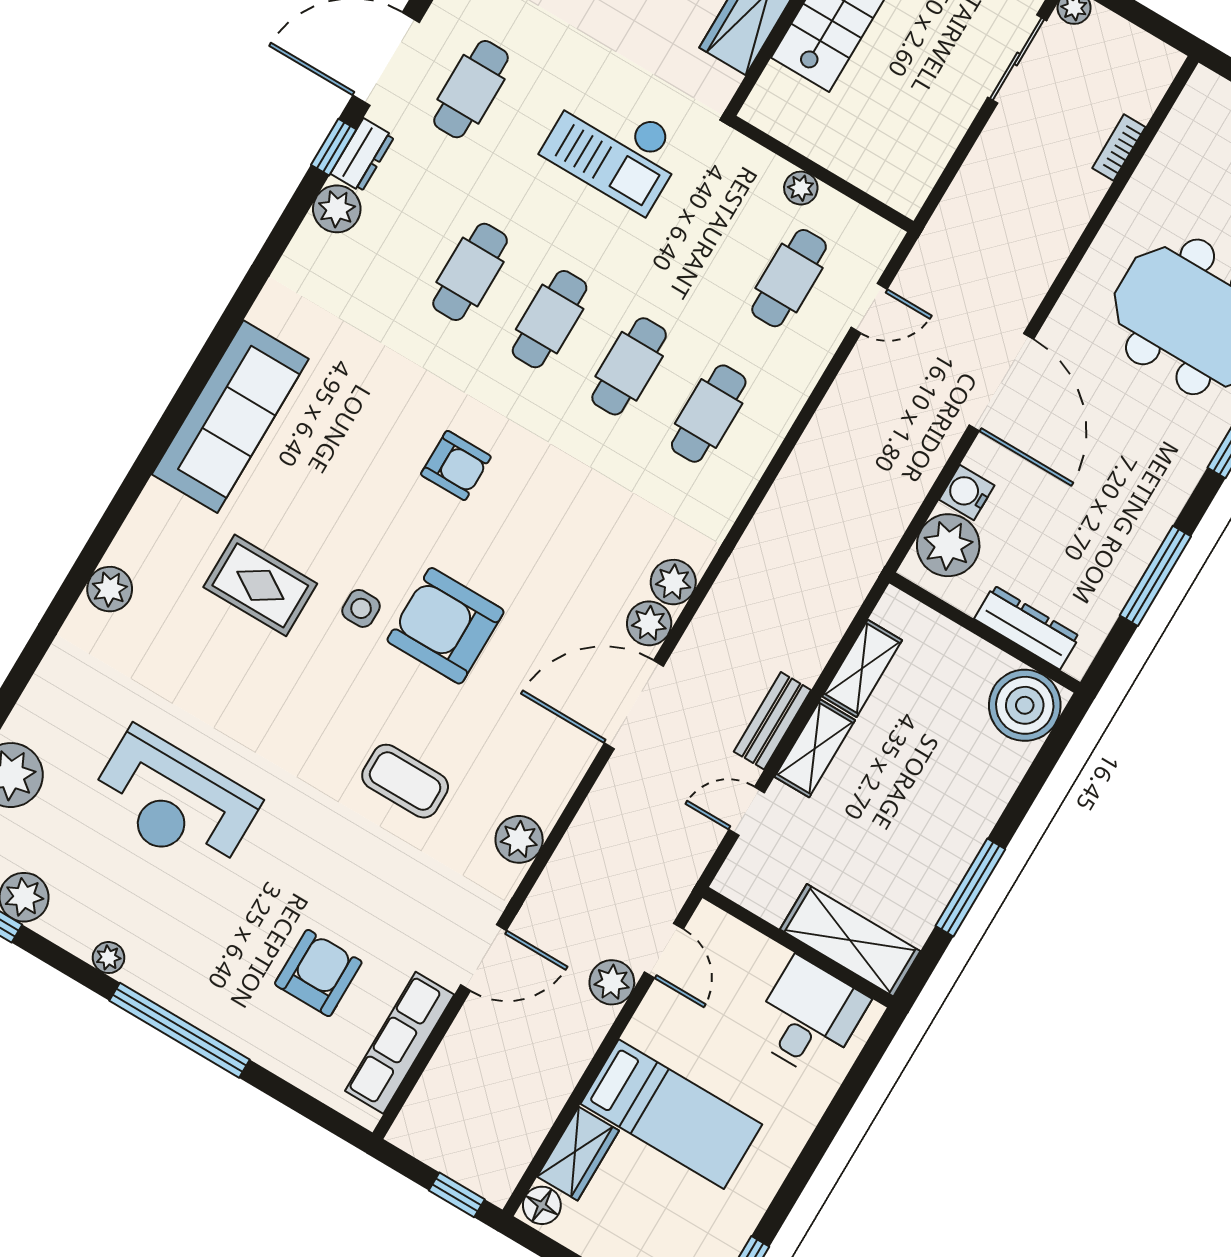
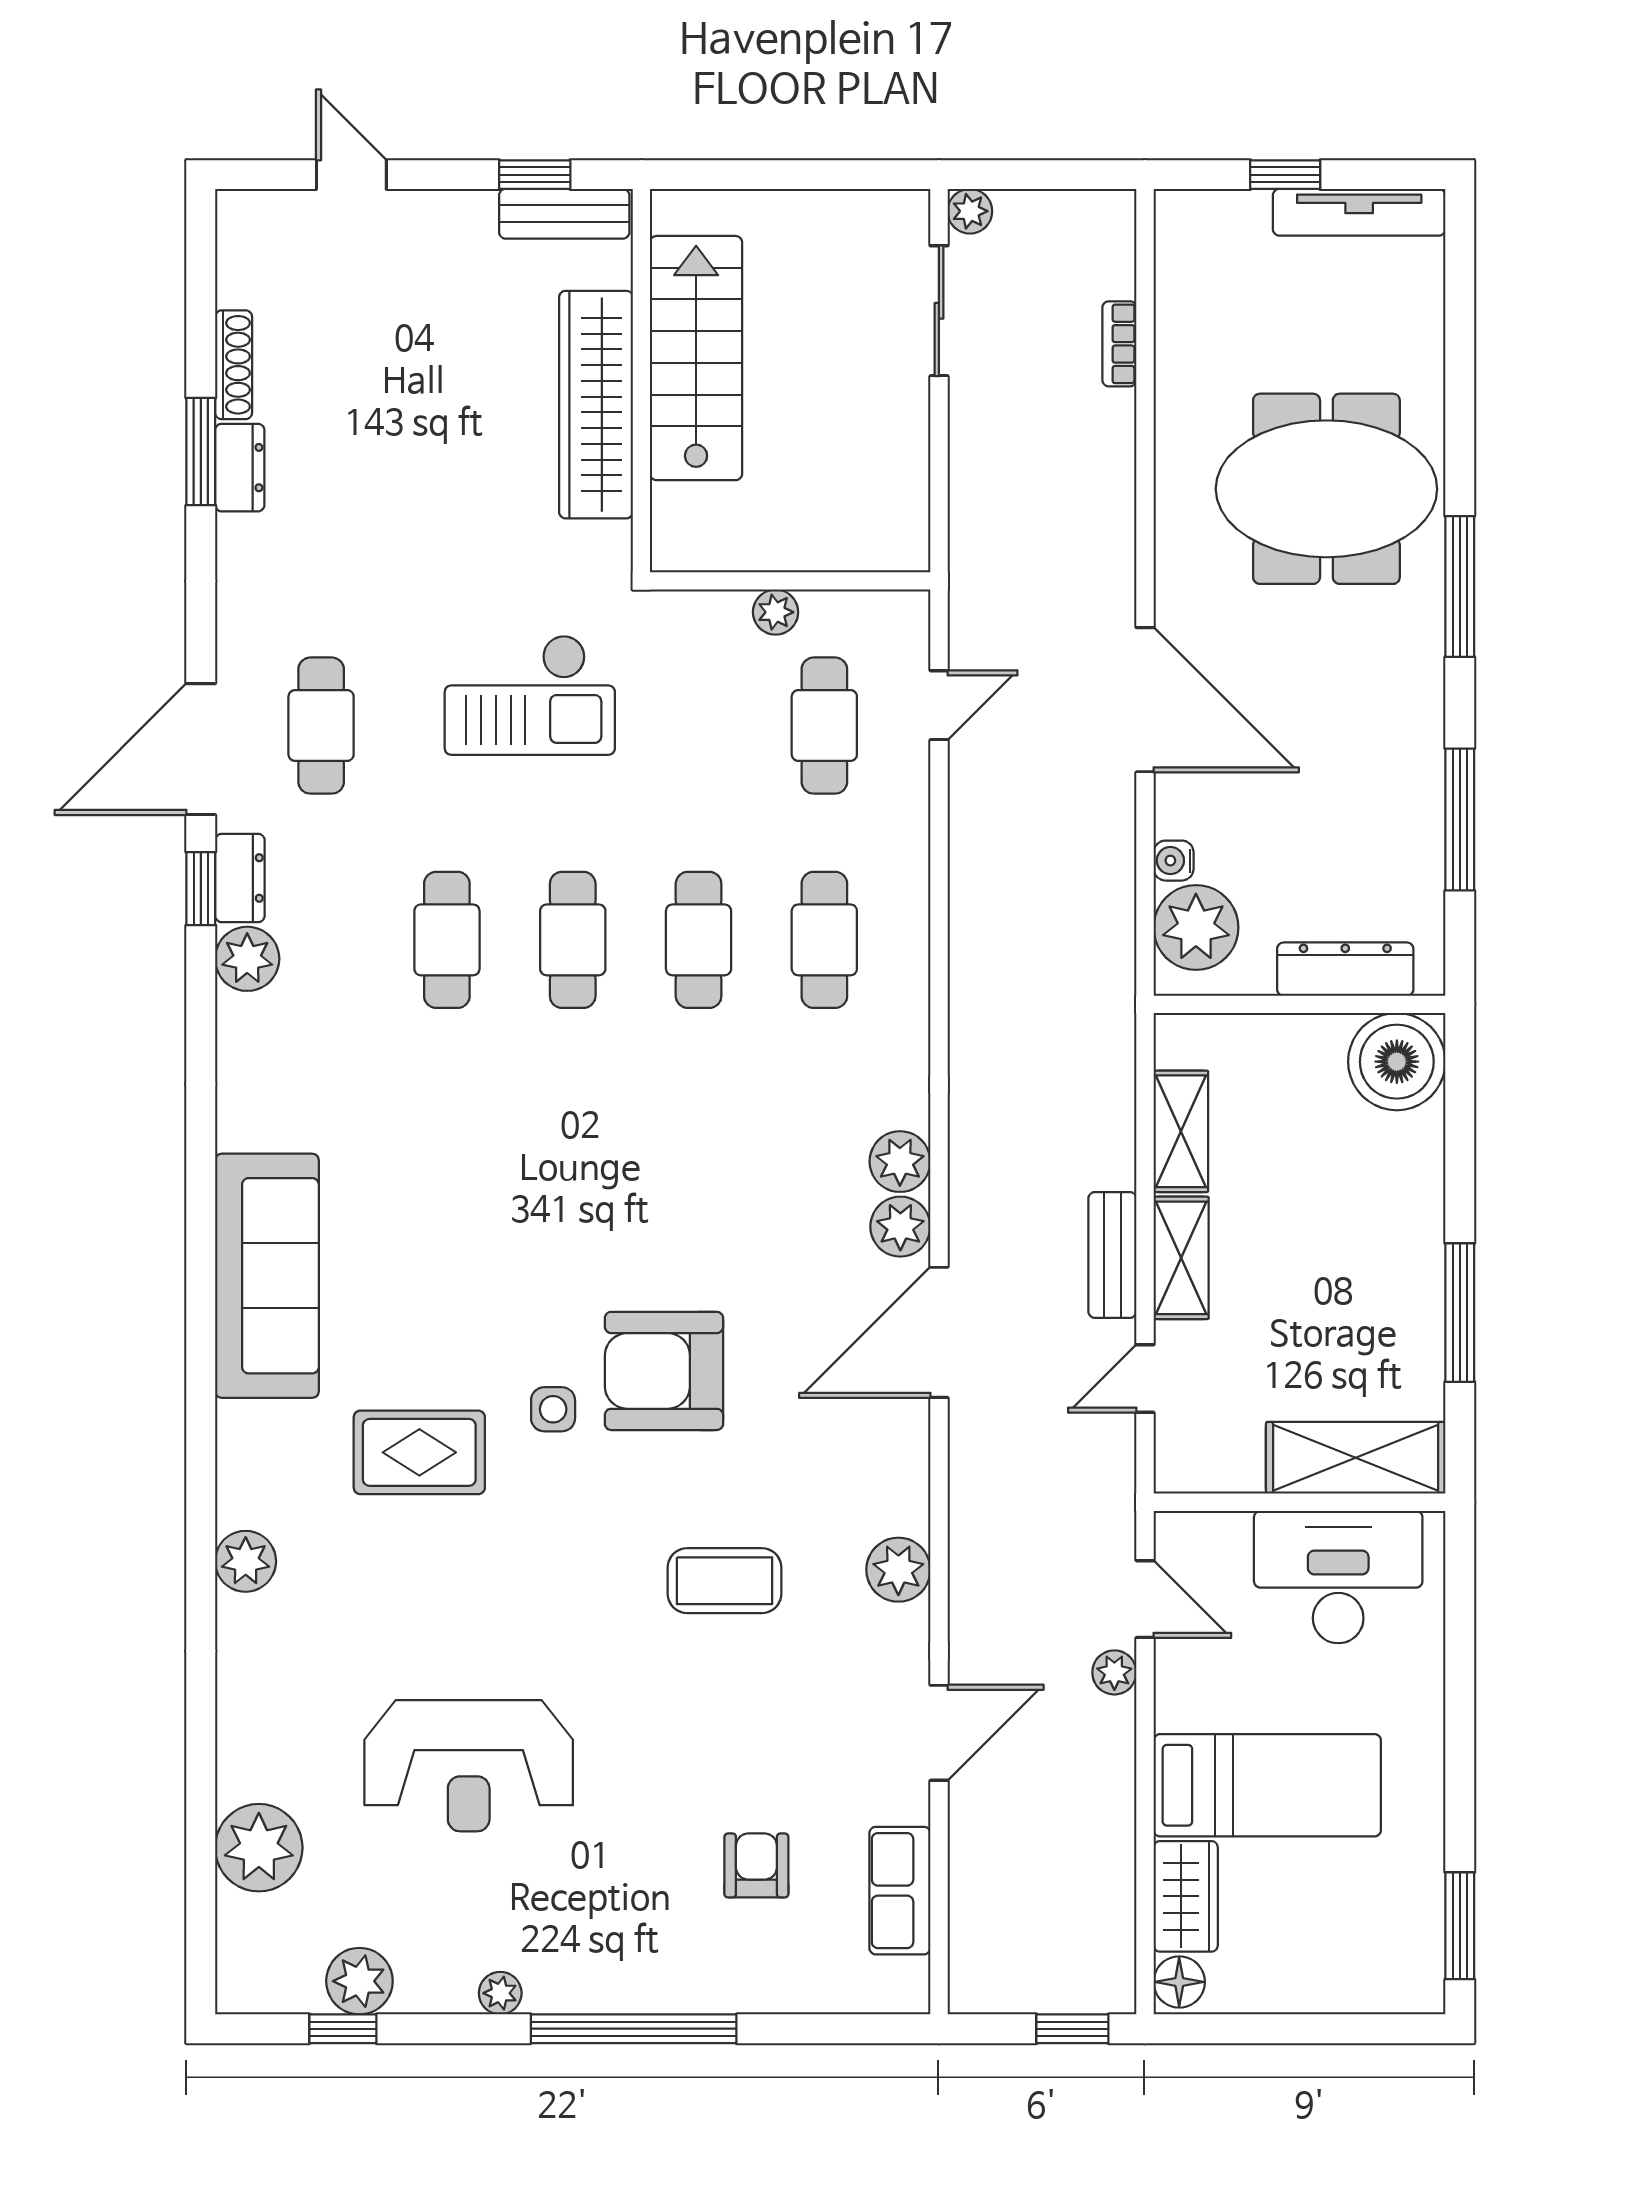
armchair: (456, 465) -> (565, 1176), removed
water cooler: (967, 492) -> (1174, 861), width x0.72, depth x0.72
armchair: (318, 973) -> (756, 1865), width x0.72, depth x0.72
plant: (612, 982) -> (1114, 1672), width x0.73, depth x0.73
desk: (809, 1018) -> (1338, 1577), width x1.37
row of seats: (400, 1043) -> (900, 1891), width x0.68

